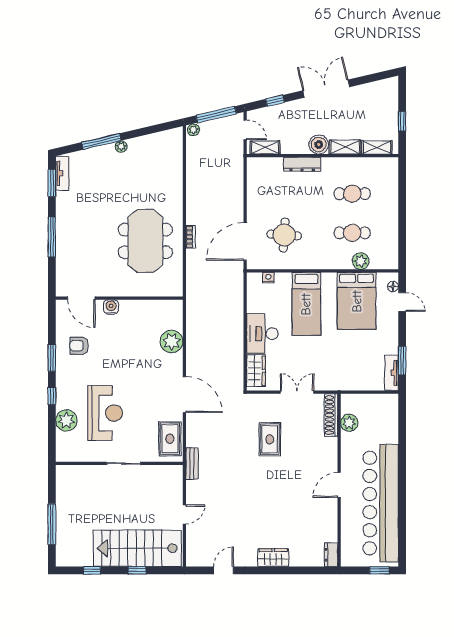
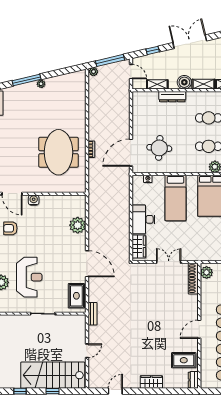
shelving: (265, 147) -> (157, 84), moved
plant: (349, 423) -> (207, 272), moved
rug: (270, 439) -> (184, 360), moved, turned 90

